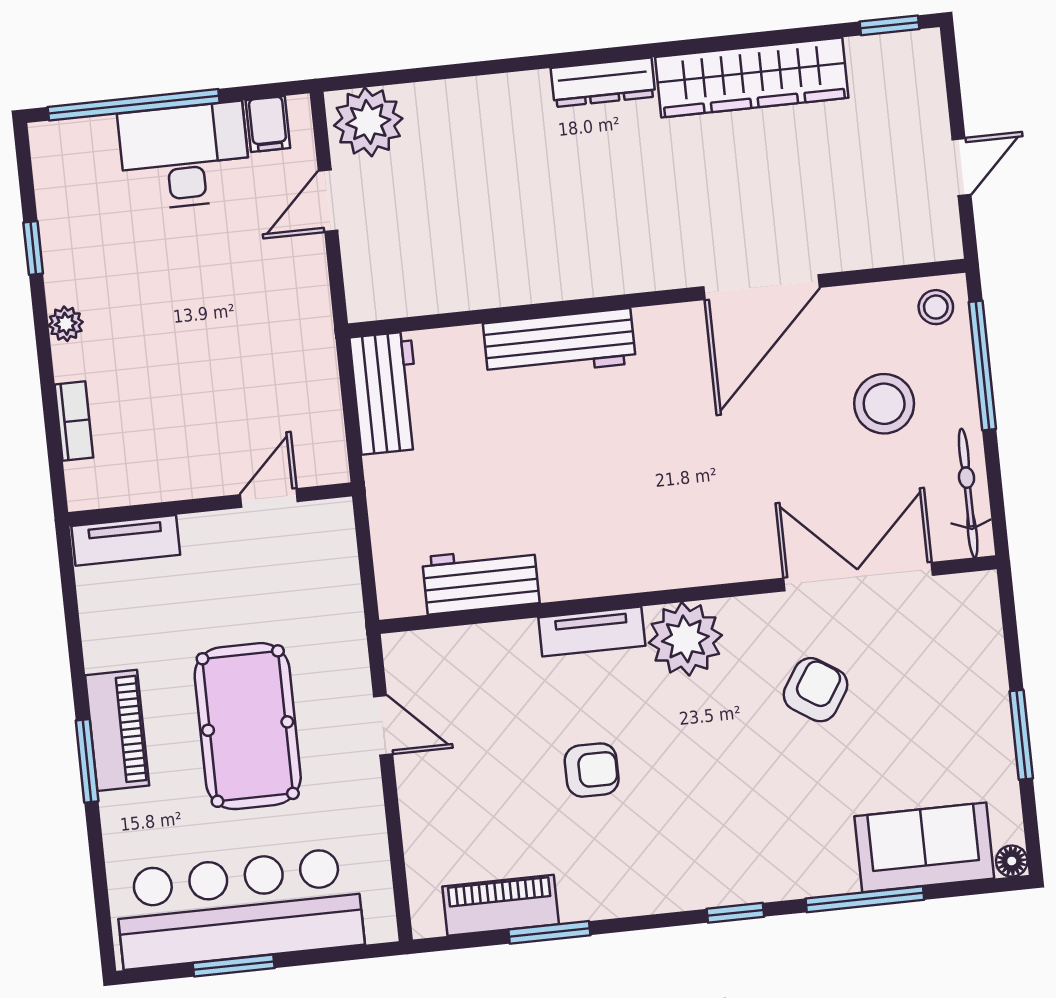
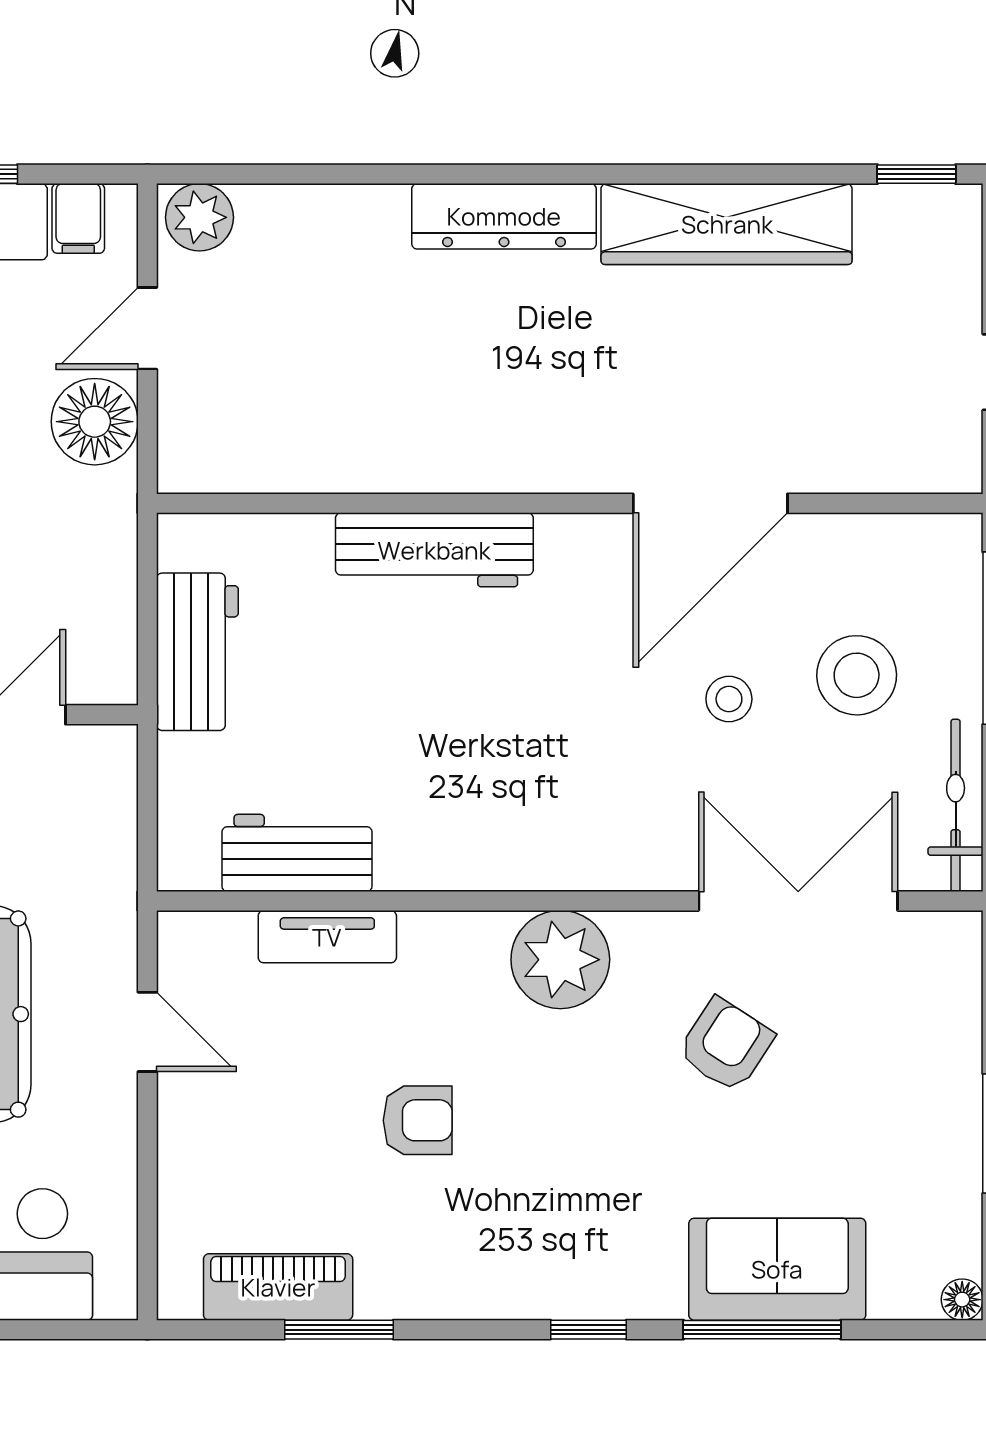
dresser: (603, 82) -> (504, 216), width x1.37, depth x1.24
plant: (368, 122) -> (199, 217), width x0.73, depth x0.73
floor lamp: (296, 274) -> (95, 422), added
stool: (936, 307) -> (729, 699), moved
workbench: (386, 393) -> (197, 652), moved
tv unit: (592, 632) -> (327, 937), moved
sofa: (924, 847) -> (777, 1269), moved

